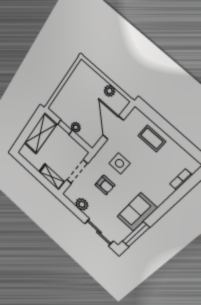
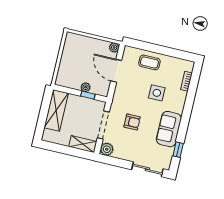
plant: (109, 91) -> (114, 48), moved
window: (65, 127) -> (88, 95), moved
side table: (119, 163) -> (157, 93), moved
plant: (82, 204) -> (107, 149), moved
window: (136, 234) -> (178, 150), width x0.46

